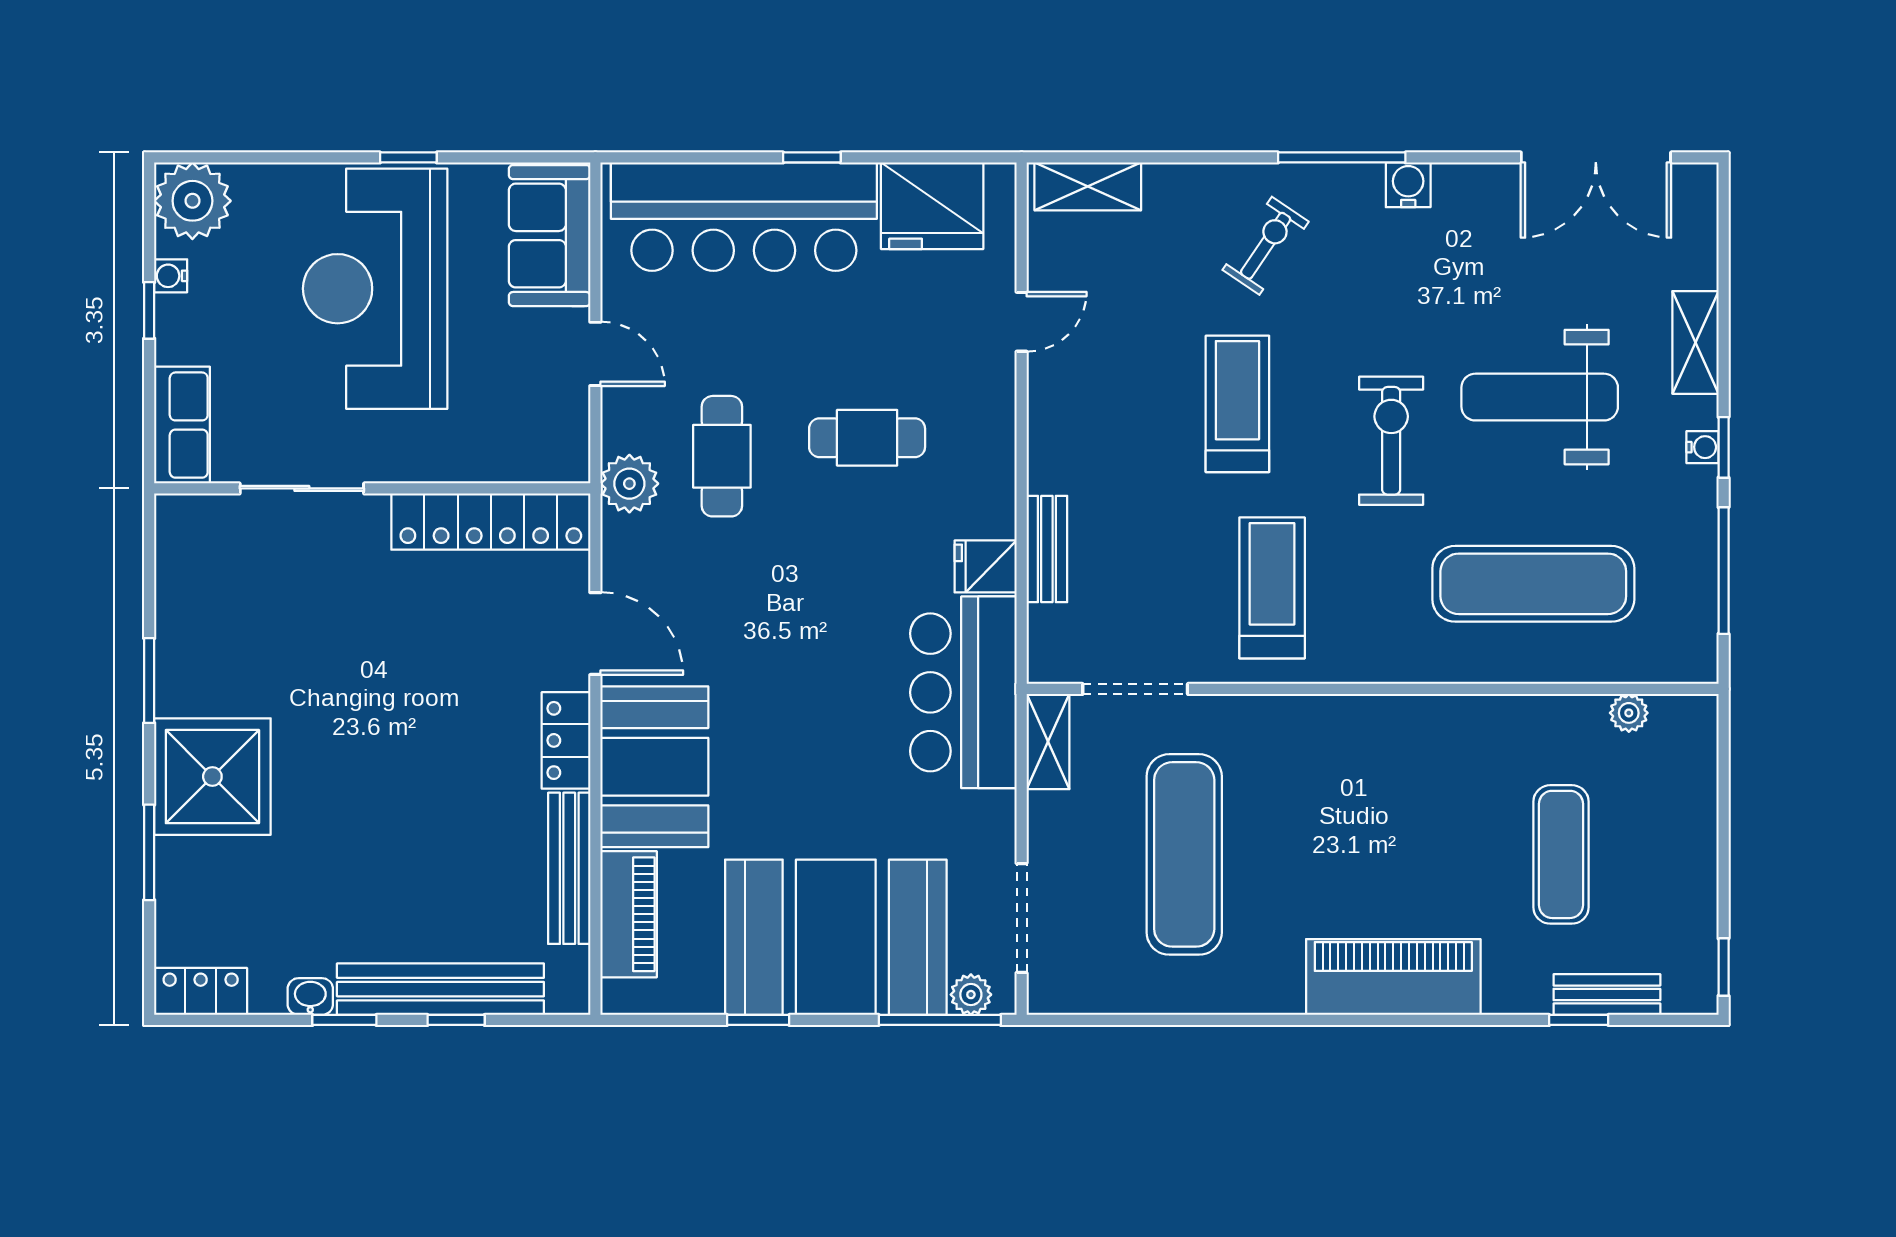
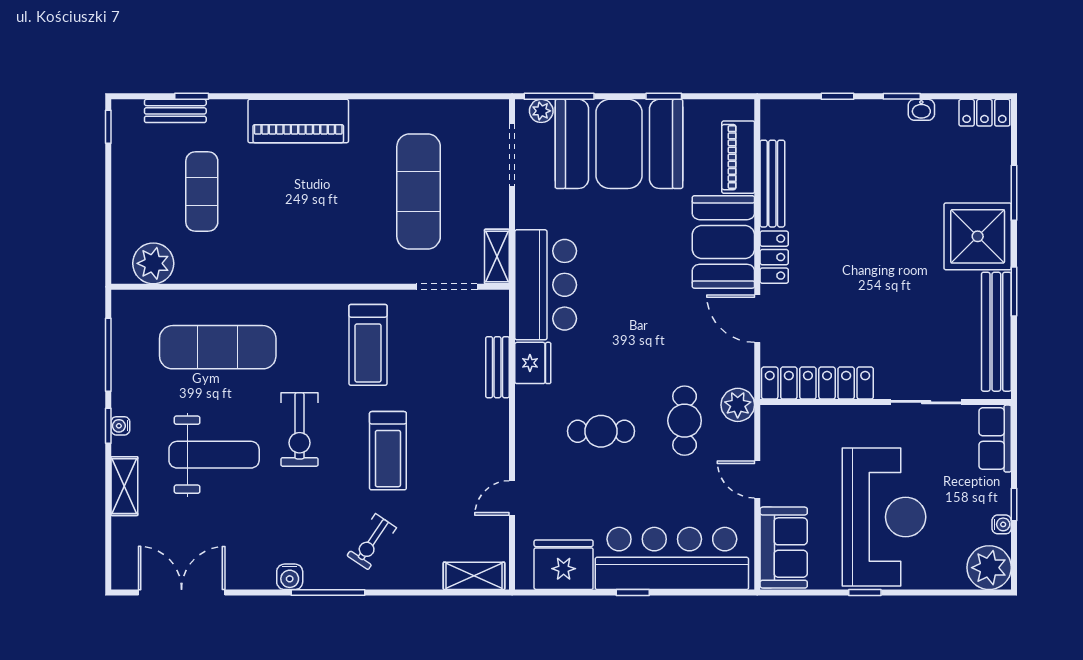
fridge: (986, 566) -> (533, 363), width x1.38
plant: (1629, 713) -> (153, 263), width x1.88, depth x1.88
bench: (440, 989) -> (996, 332), moved, turned 90

